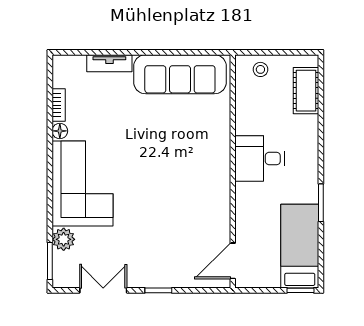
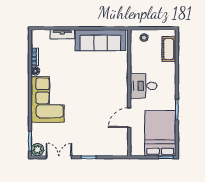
plant: (64, 239) -> (37, 150), moved
bed: (300, 246) -> (160, 133), width x1.50
door: (233, 261) -> (129, 118), moved

